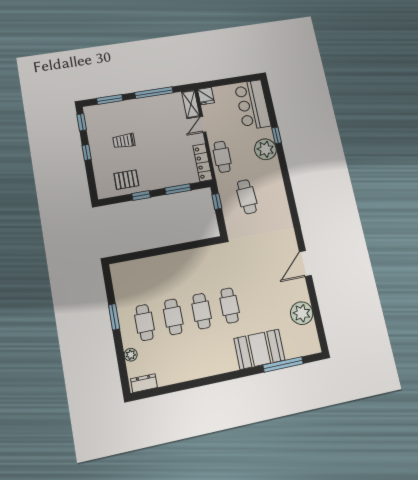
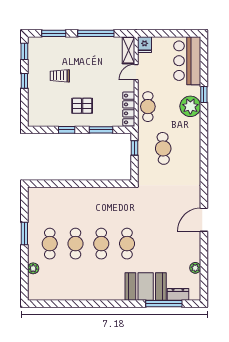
pallet: (126, 180) -> (82, 106), moved
plant: (302, 313) -> (195, 268), width x0.53, depth x0.53
dresser: (144, 383) -> (178, 294), moved

